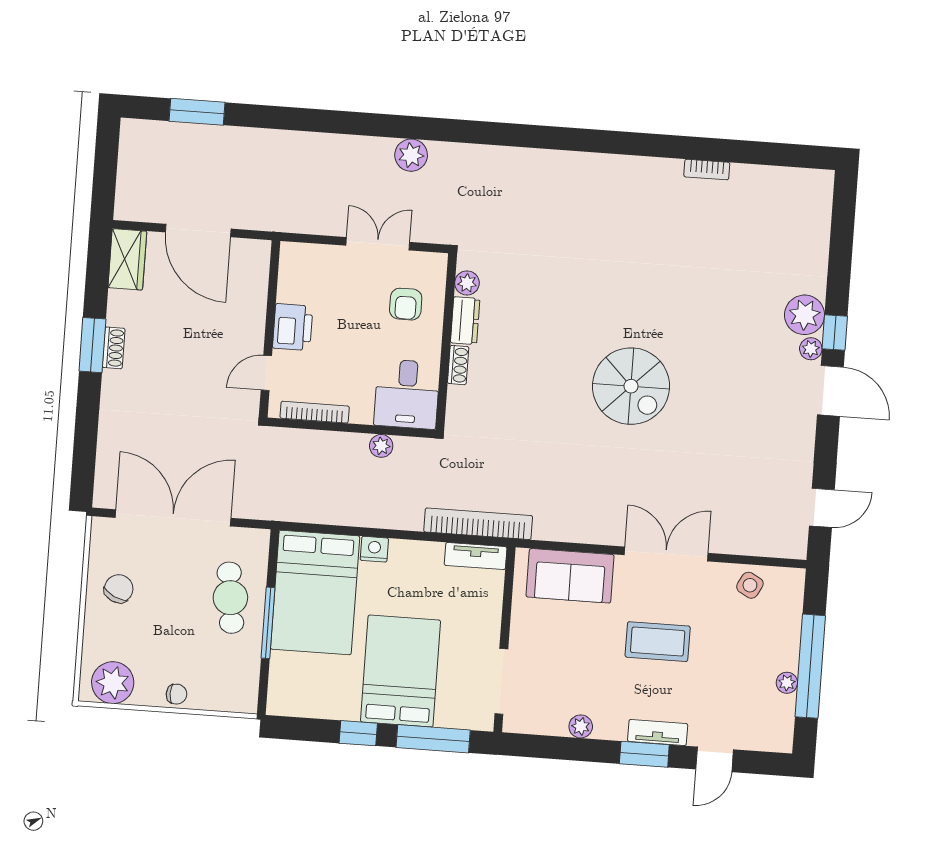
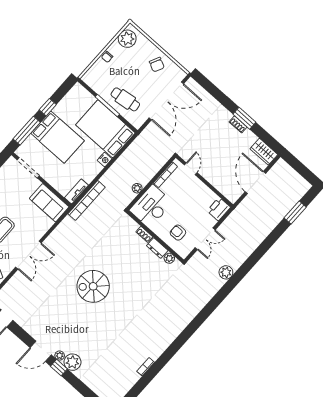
door: (198, 231) -> (255, 183), hinge flipped
printer: (293, 327) -> (219, 209), moved, turned 90
desk: (407, 394) -> (151, 206), width x1.37
sofa: (570, 576) -> (49, 203), moved, turned -90

